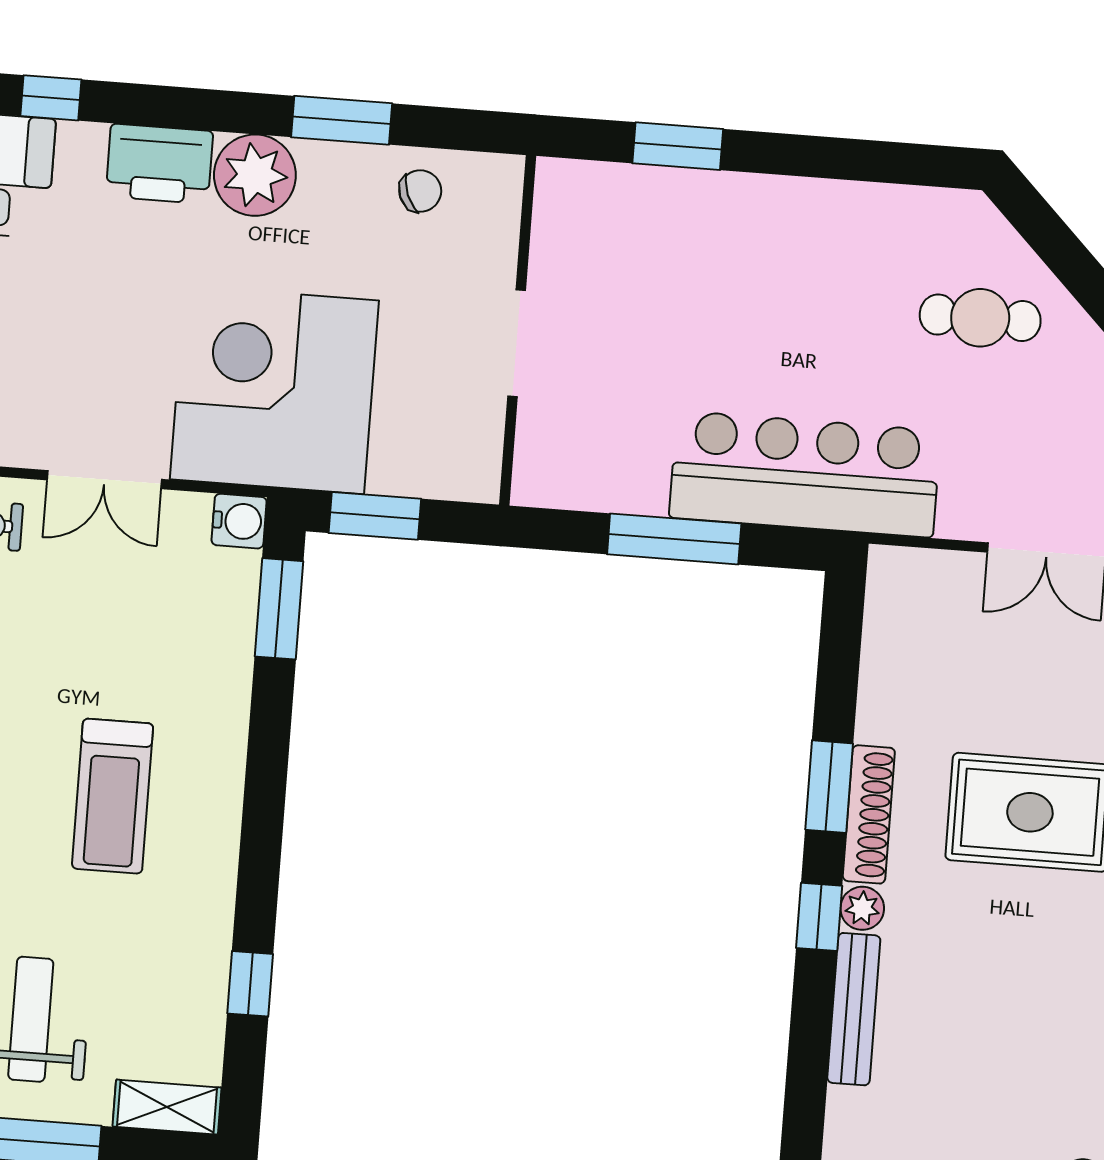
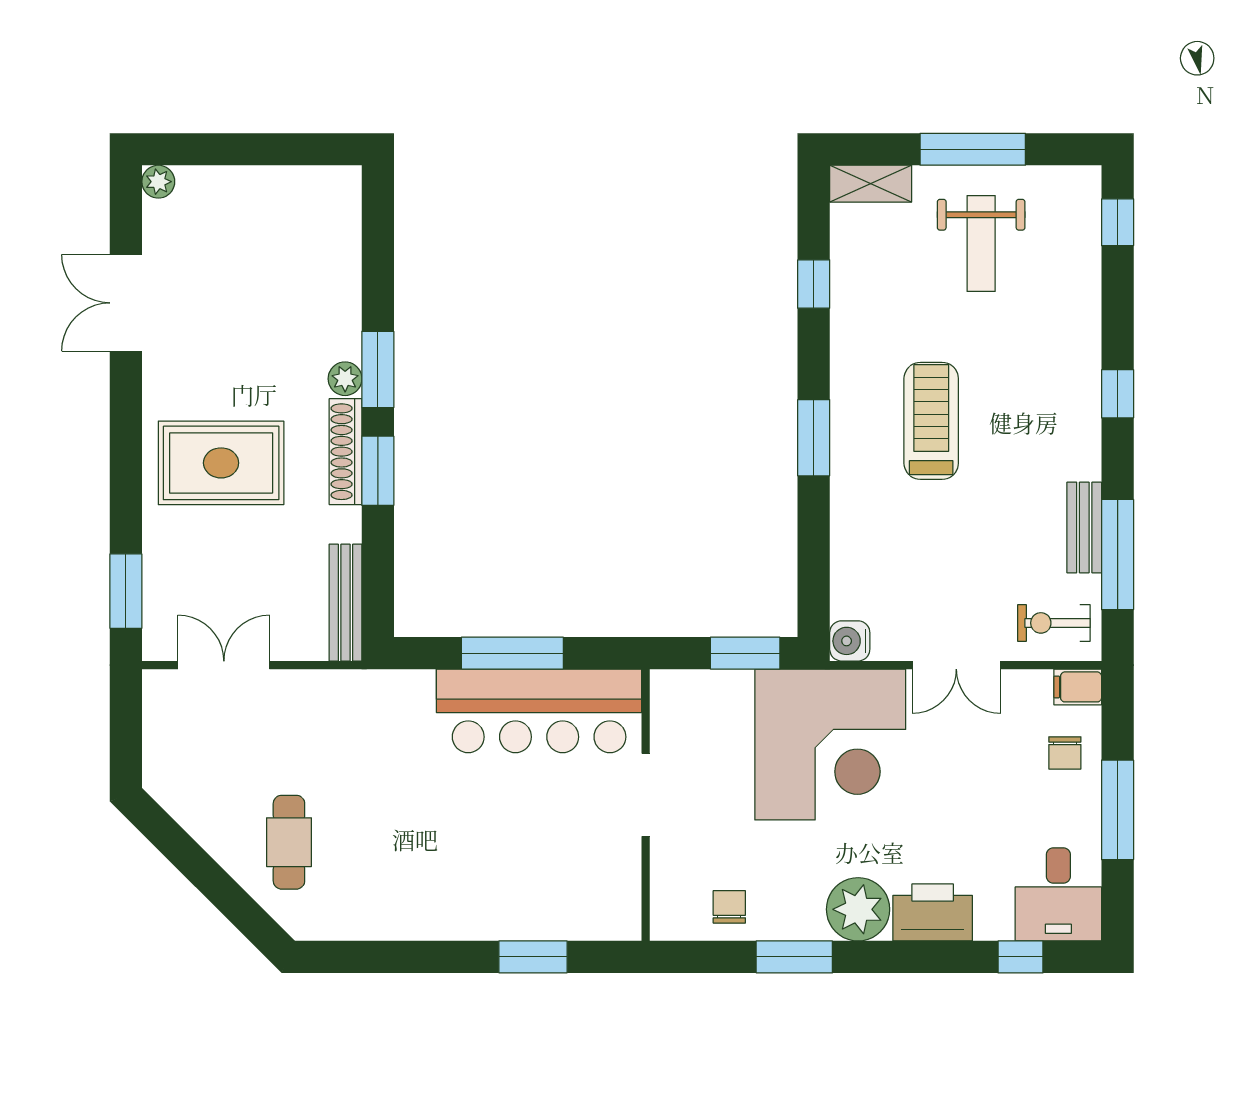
chair: (420, 191) -> (729, 907), turned 112
cafe table: (980, 318) -> (289, 842), turned 90
bar counter: (805, 474) -> (539, 711), moved
double door: (104, 480) -> (956, 665), swing flipped
window: (279, 609) -> (814, 438), moved
window: (819, 917) -> (378, 369), width x1.50
bench: (854, 1009) -> (345, 603), moved

